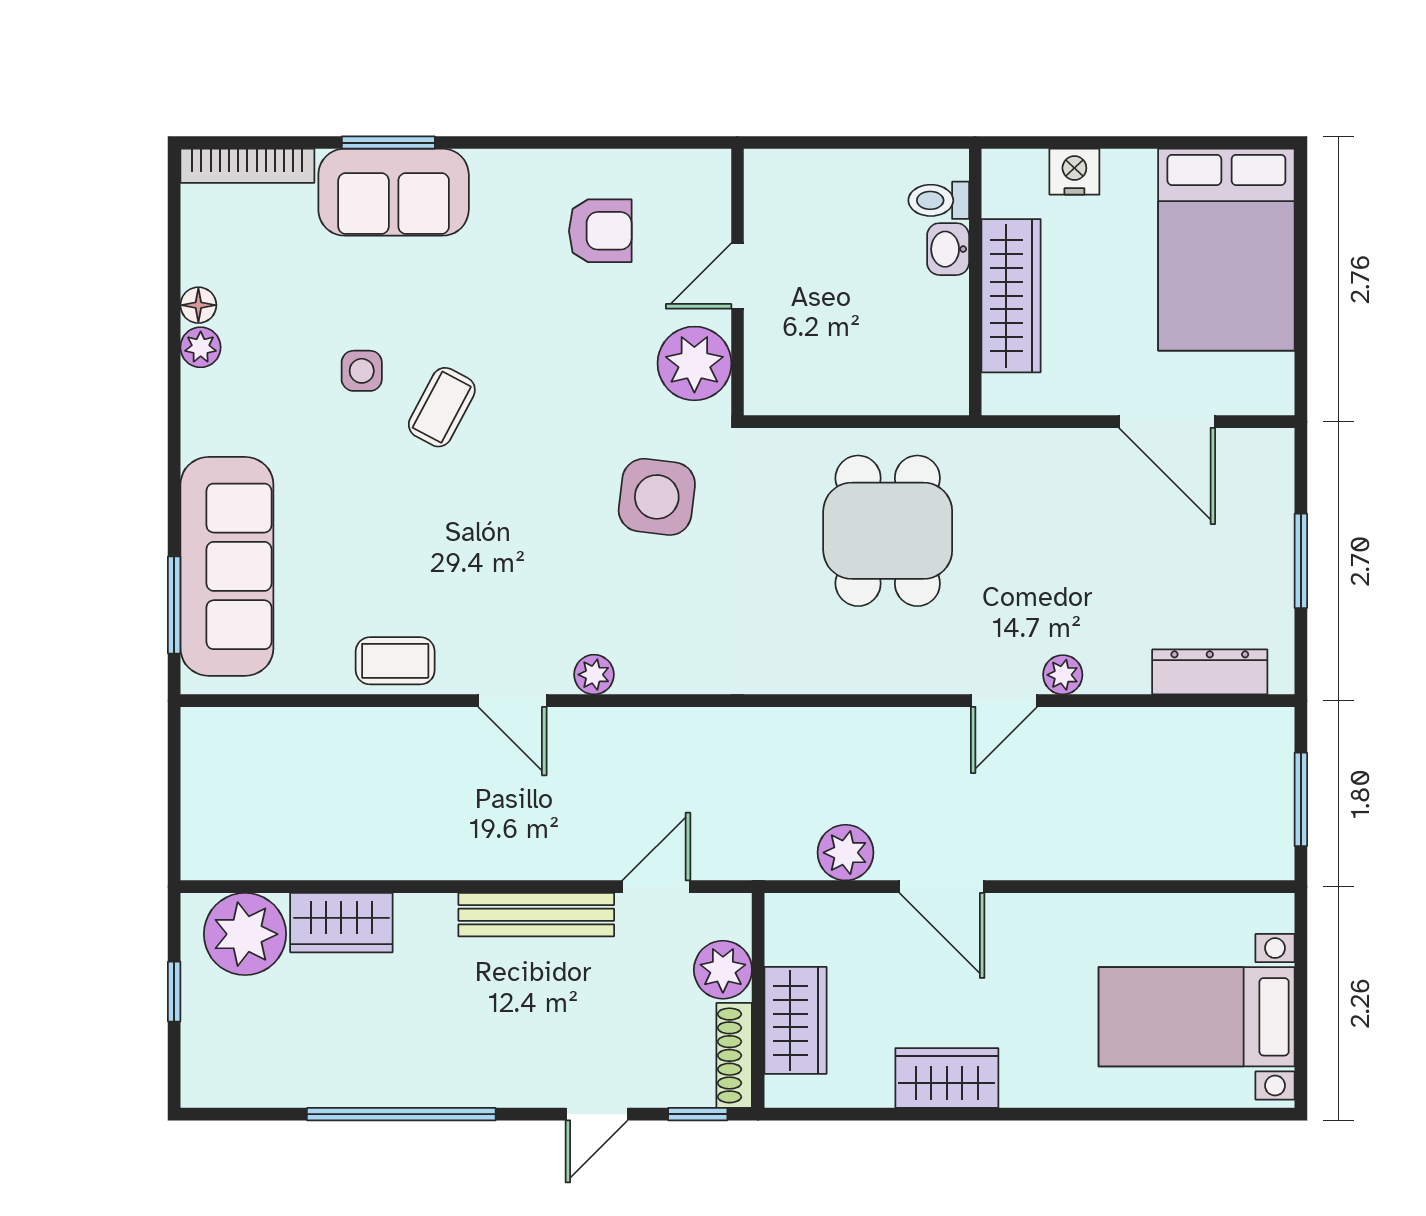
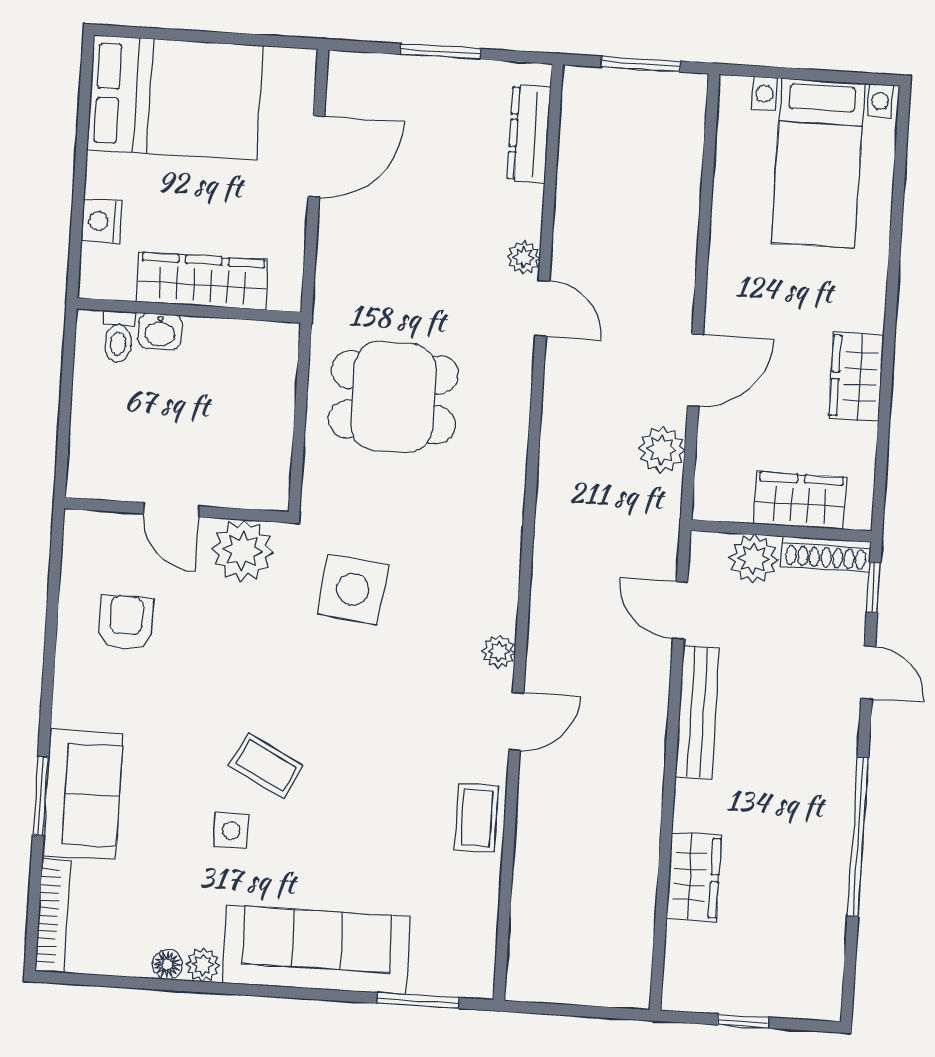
sofa: (227, 566) -> (317, 950), moved
plant: (245, 934) -> (698, 959), removed

